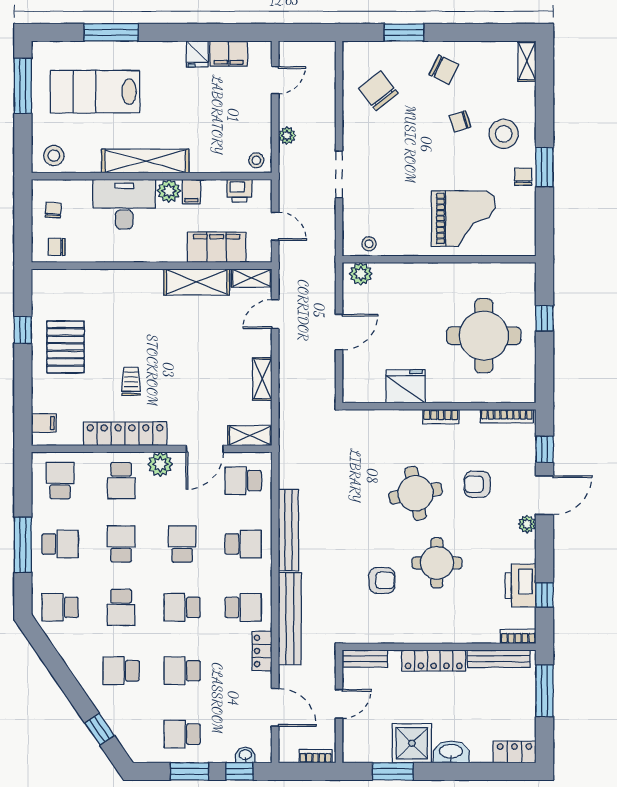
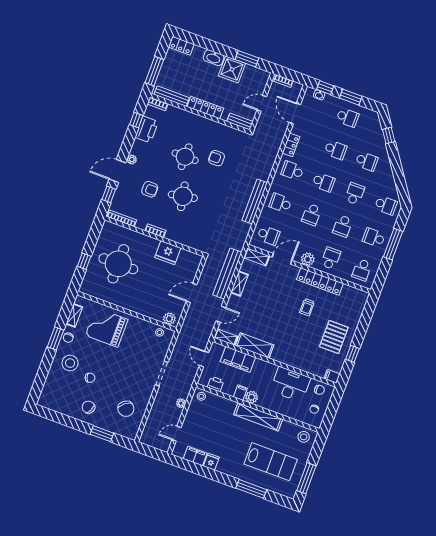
shelving: (527, 61) -> (74, 315), moved
desk: (124, 204) -> (290, 384), moved, turned 180
filing cabinet: (44, 423) -> (332, 376), moved
bench: (290, 619) -> (227, 274), moved

